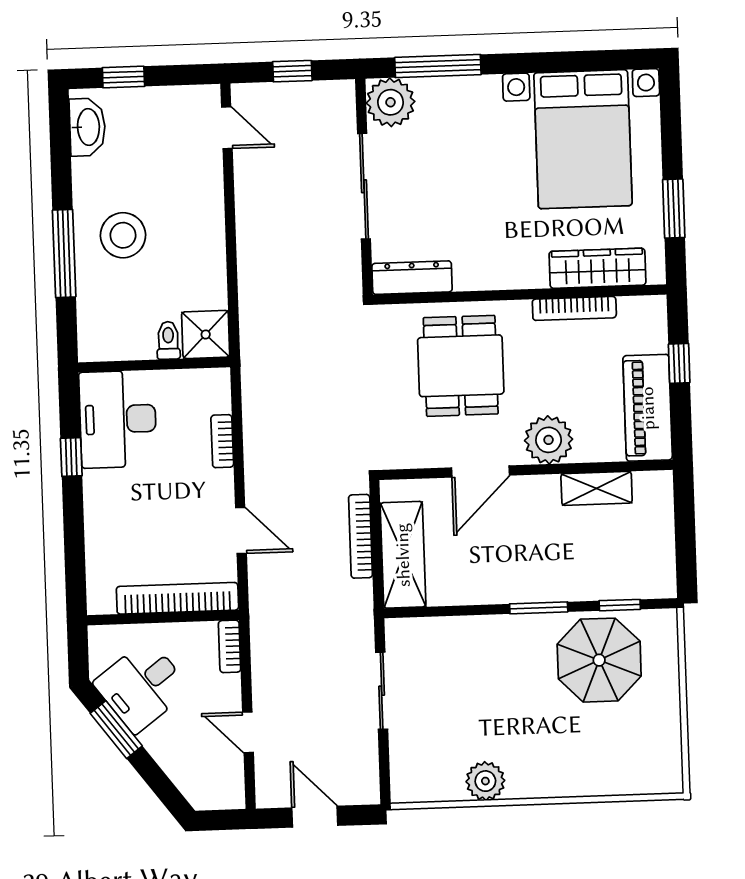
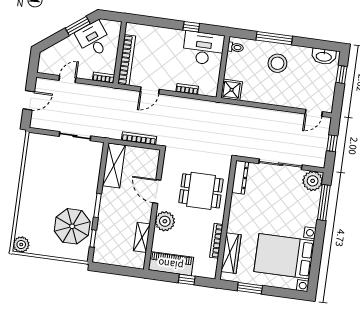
toilet: (168, 340) -> (235, 47), moved
shelving: (403, 555) -> (114, 165), moved, turned 90
plant: (485, 781) -> (21, 245), moved

